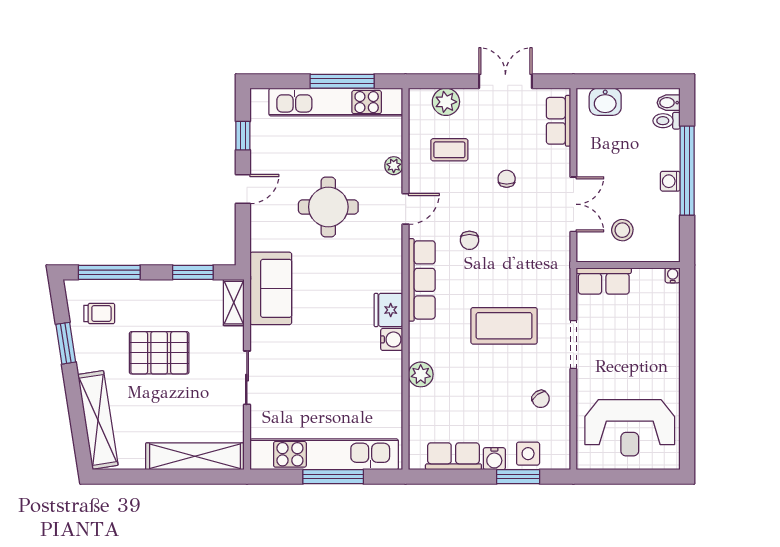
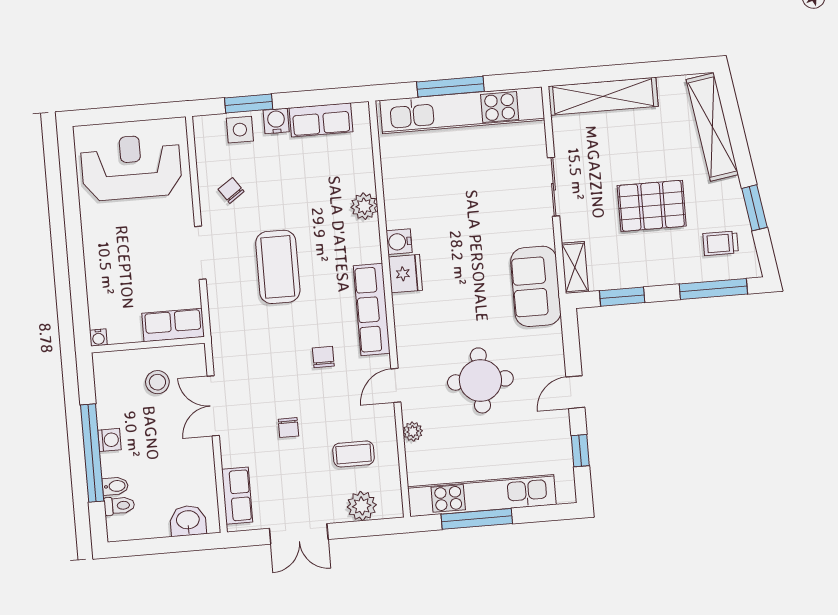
bidet: (669, 103) -> (115, 486), moved
coffee table: (504, 326) -> (278, 267), turned 90

